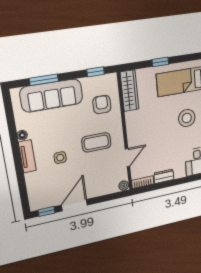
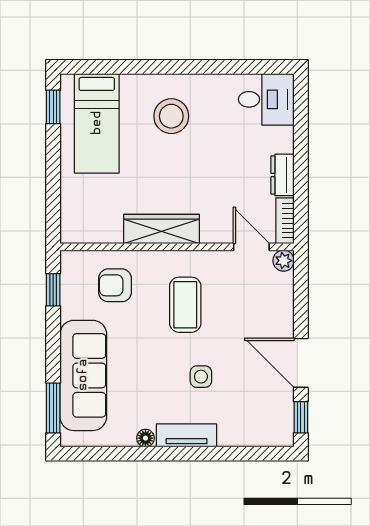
window: (160, 62) -> (53, 107), moved
window: (44, 80) -> (53, 408), moved
wardrobe: (130, 91) -> (161, 229), moved
door: (128, 158) -> (251, 247), moved

